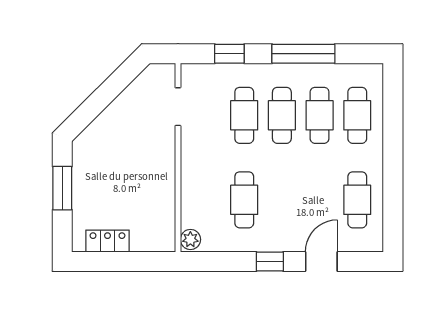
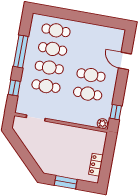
cafe table: (357, 200) -> (91, 75), moved
window: (270, 261) -> (116, 112), moved

